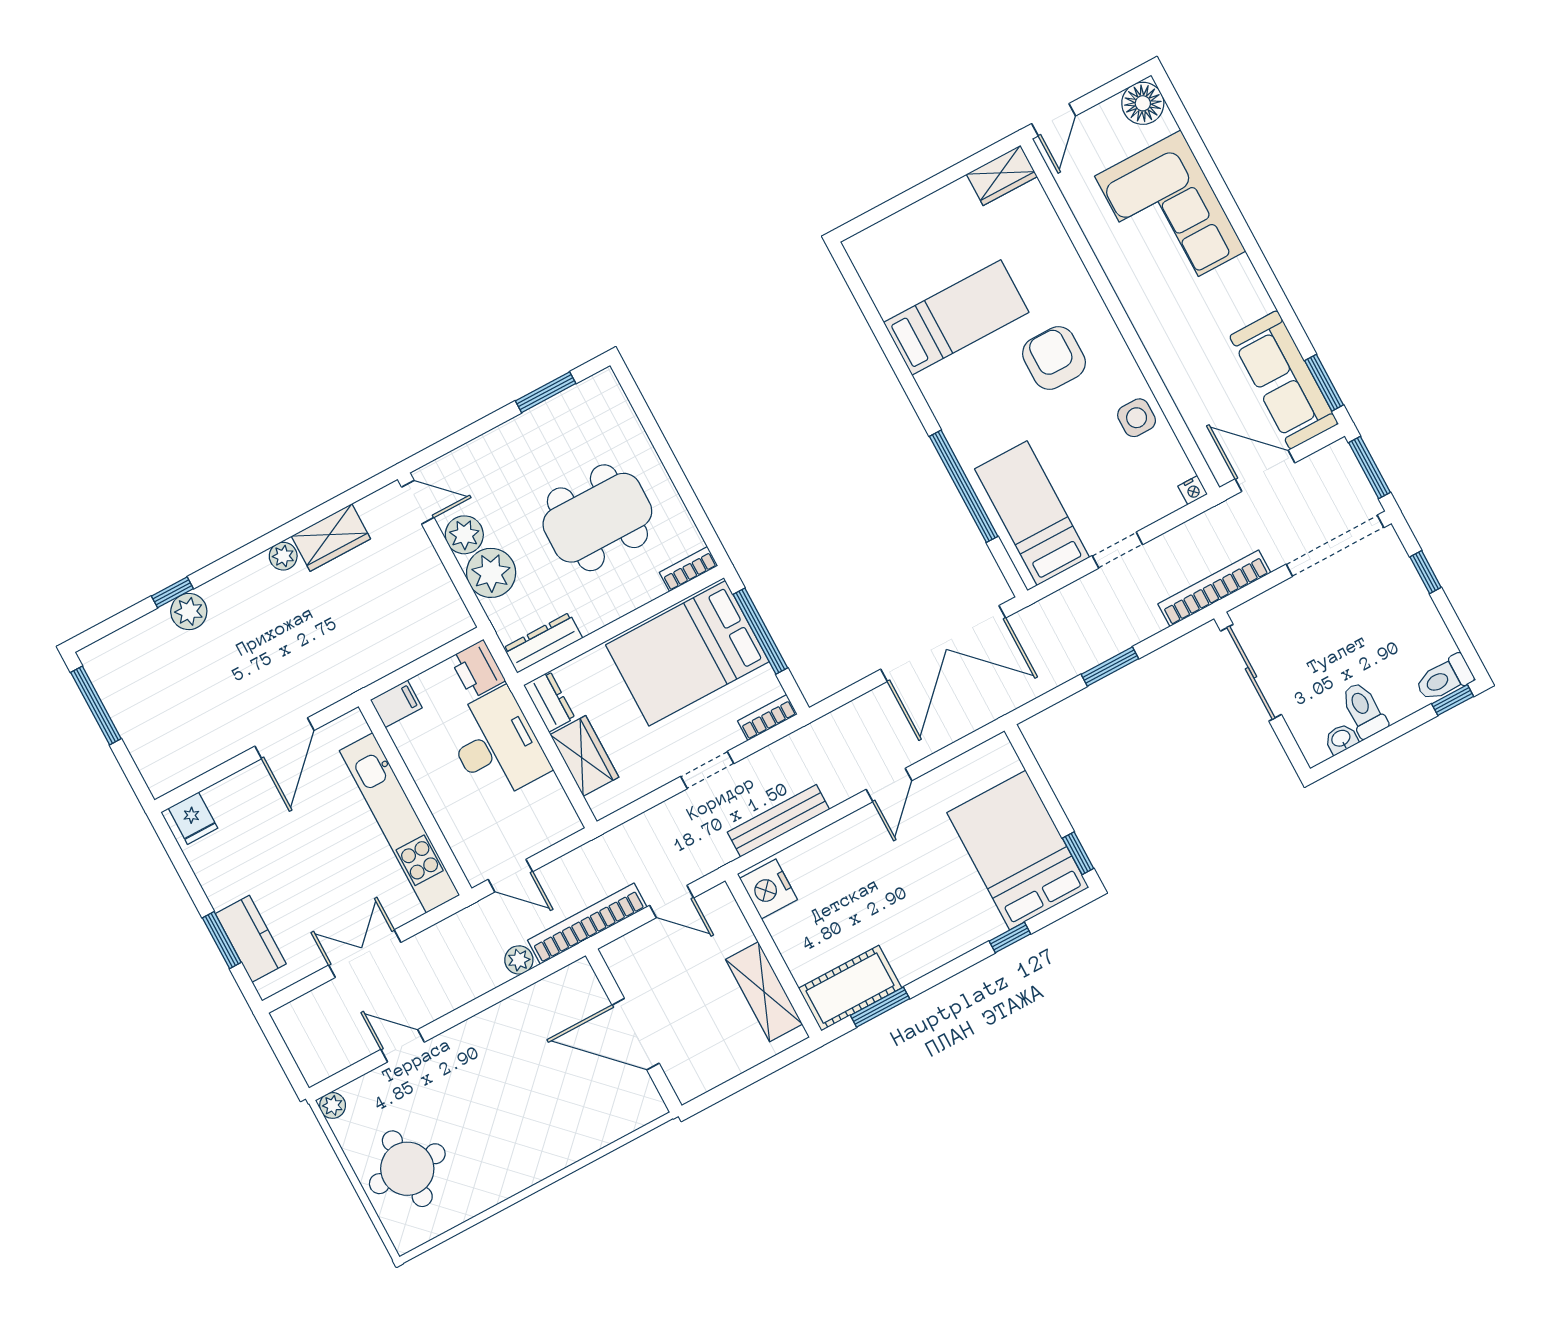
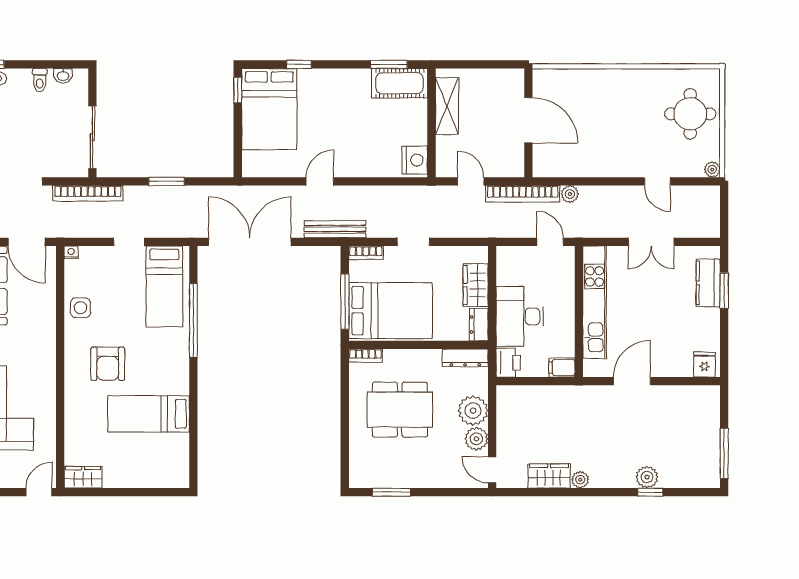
toilet: (1364, 710) -> (40, 80), width x0.73, depth x0.72
bench: (778, 821) -> (335, 229), moved

